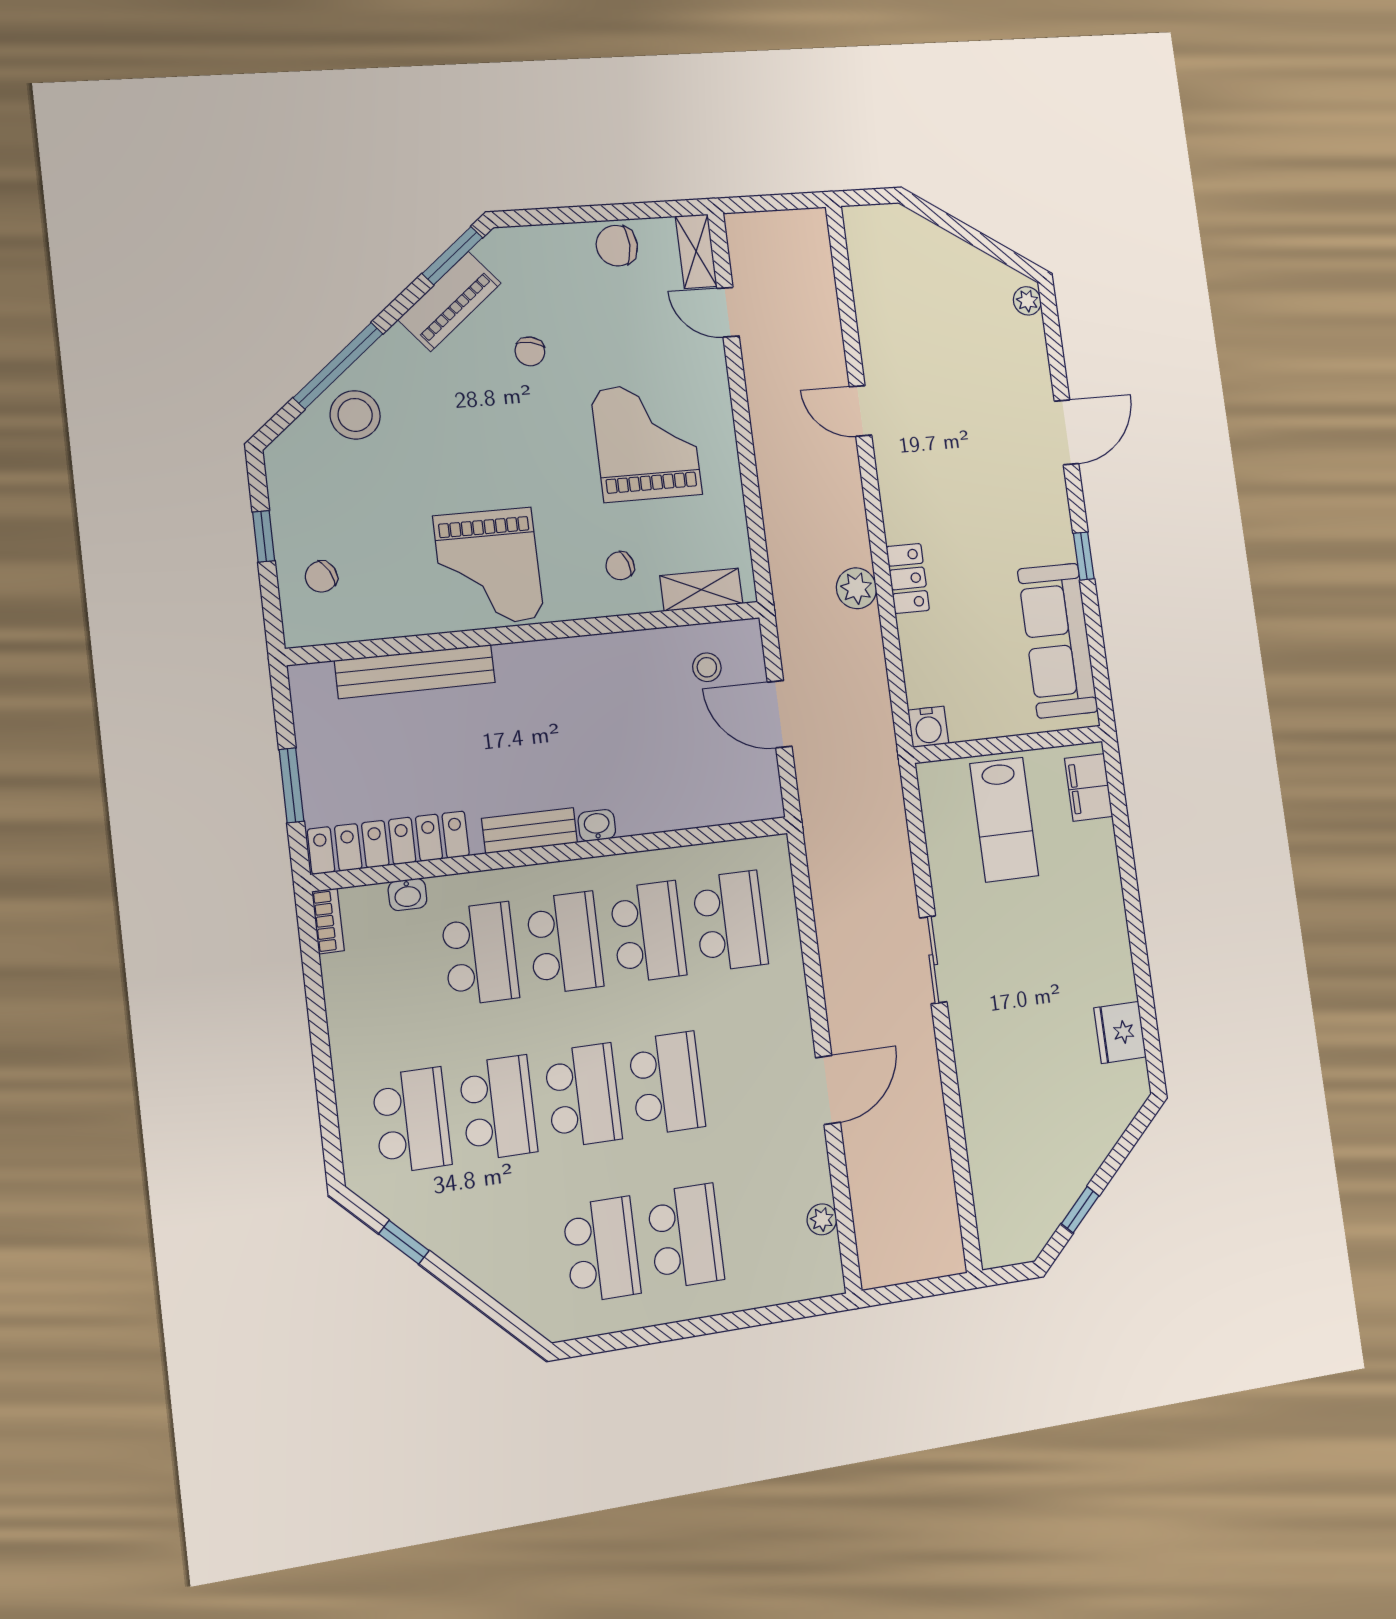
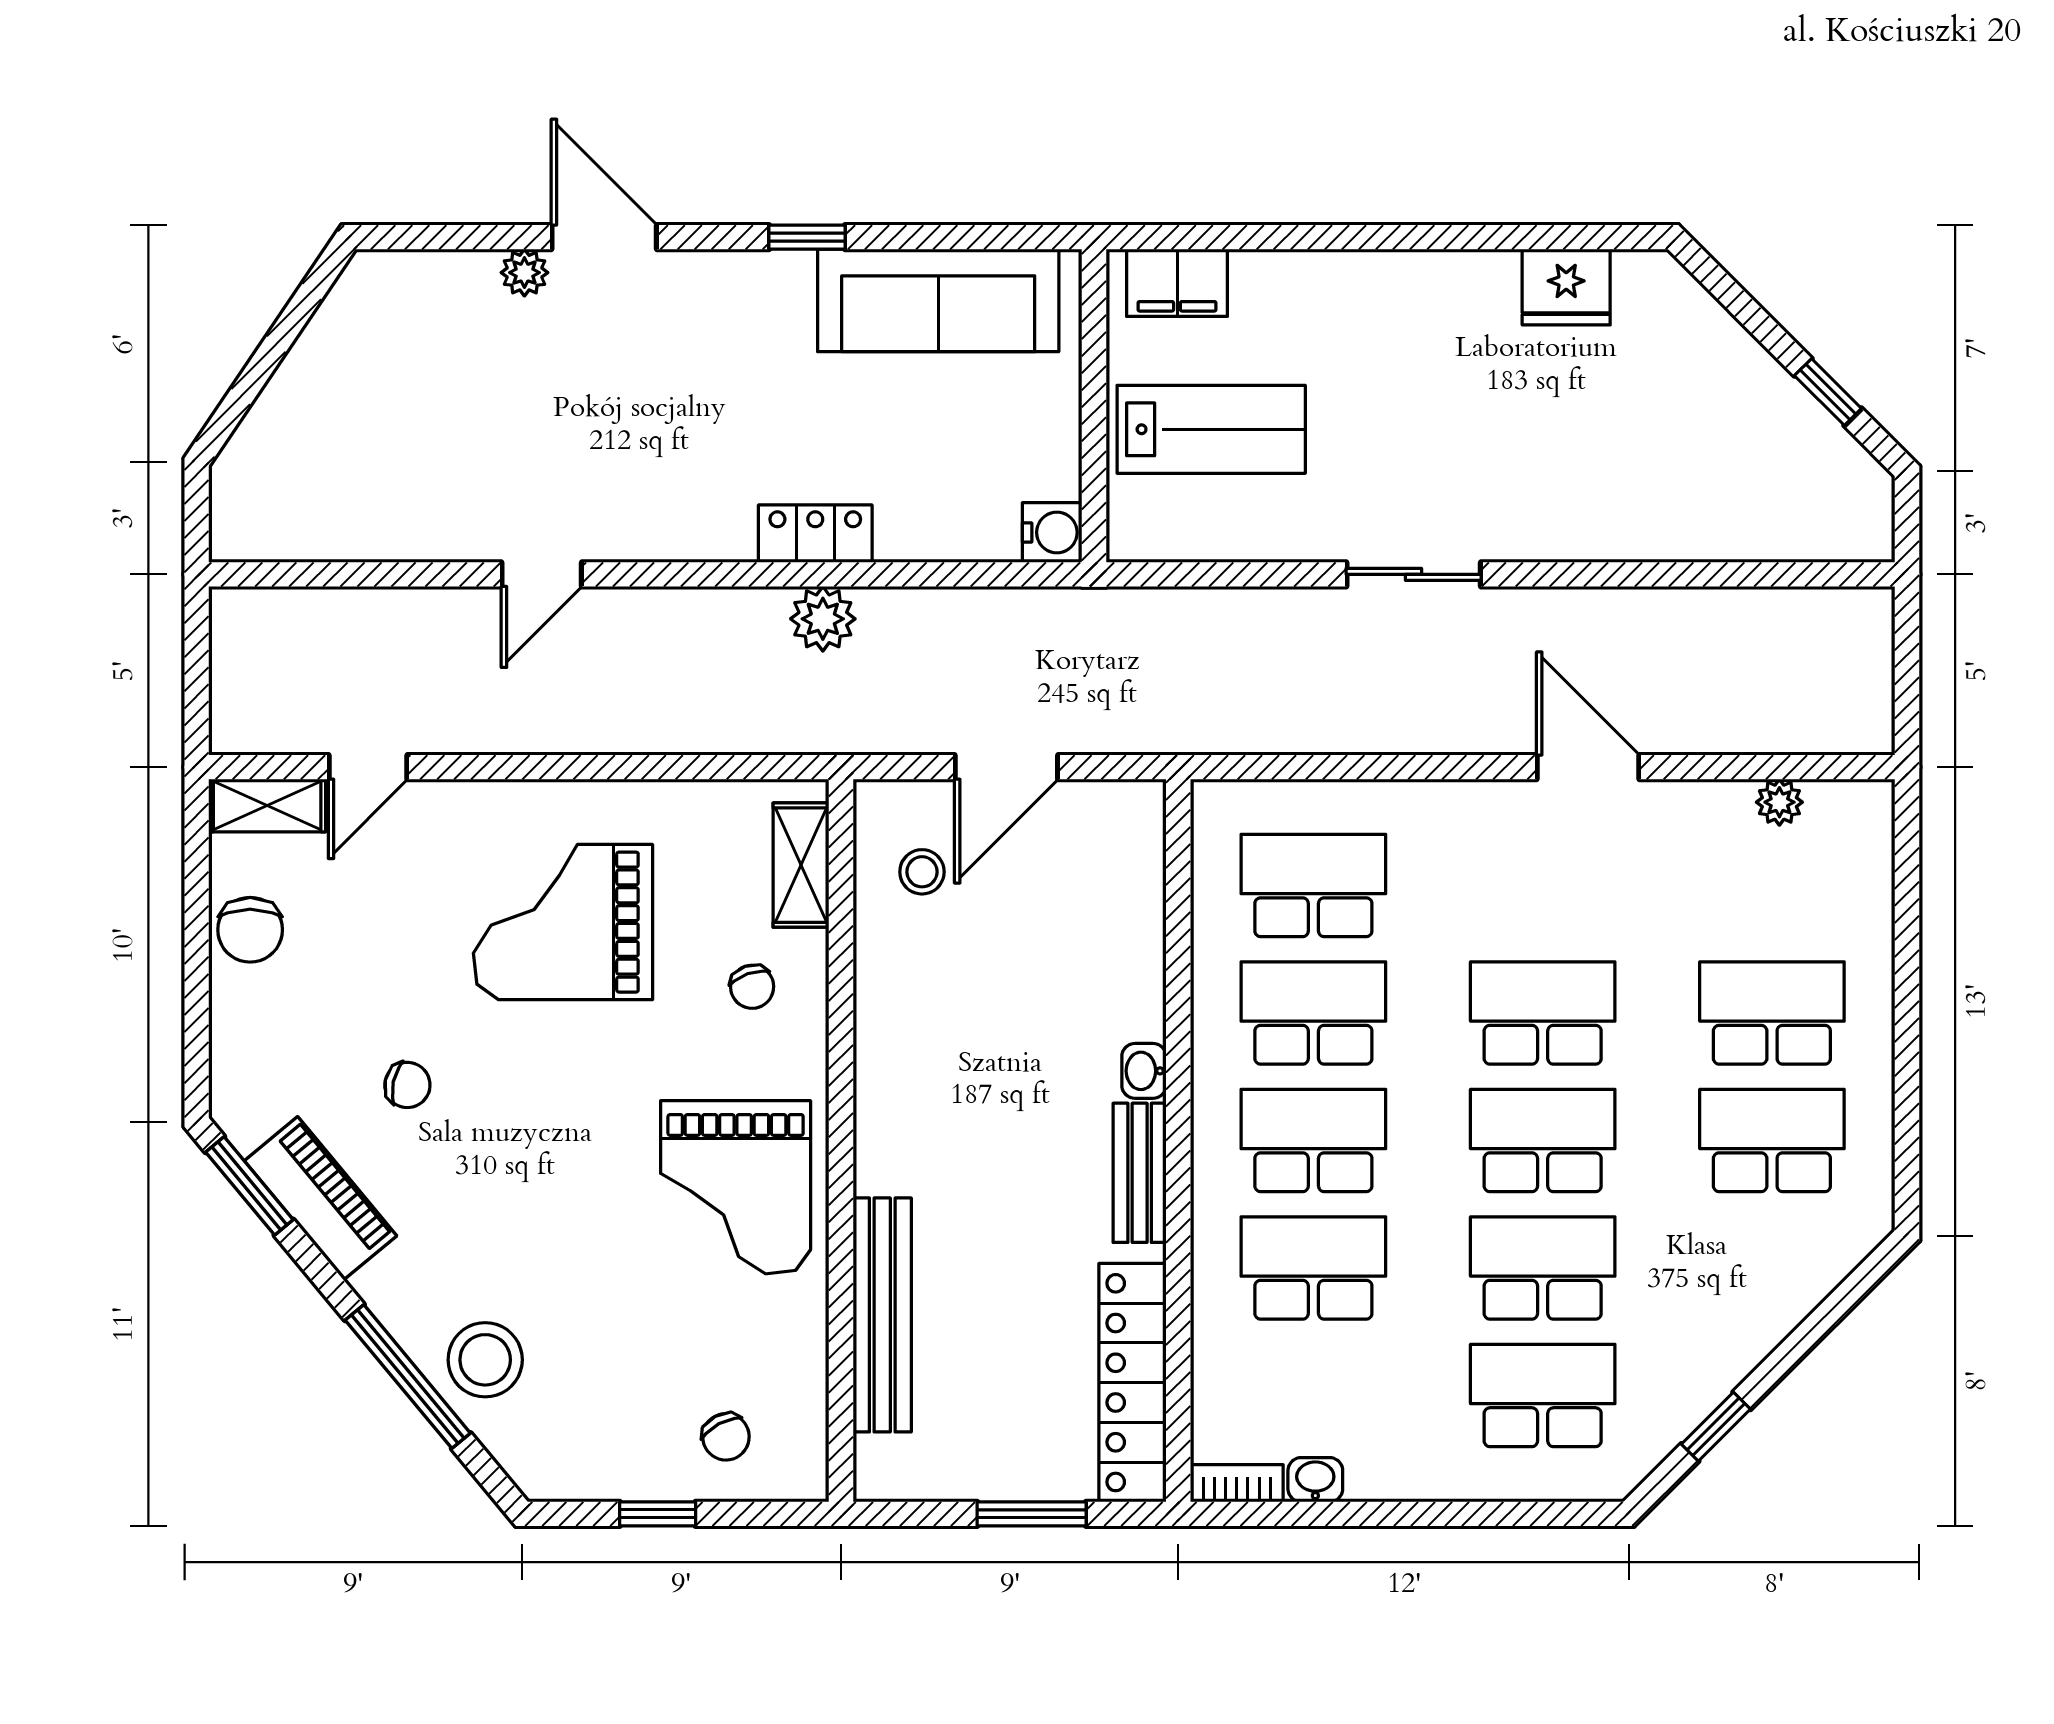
plant: (1027, 301) -> (524, 273), moved
grand piano: (489, 567) -> (736, 1187), turned 90
washbasin: (407, 894) -> (1315, 1480), moved, turned -90

